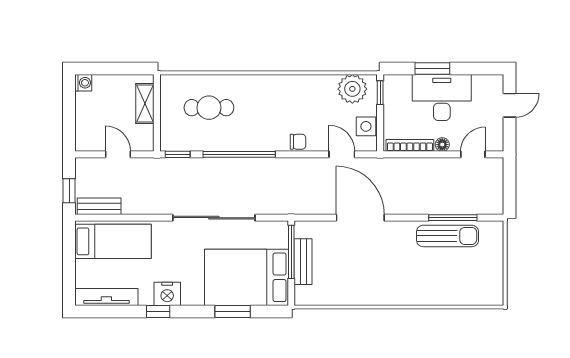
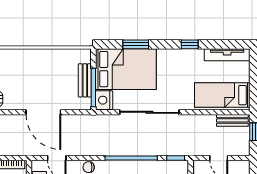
nightstand: (167, 294) -> (104, 100), moved, turned -90

